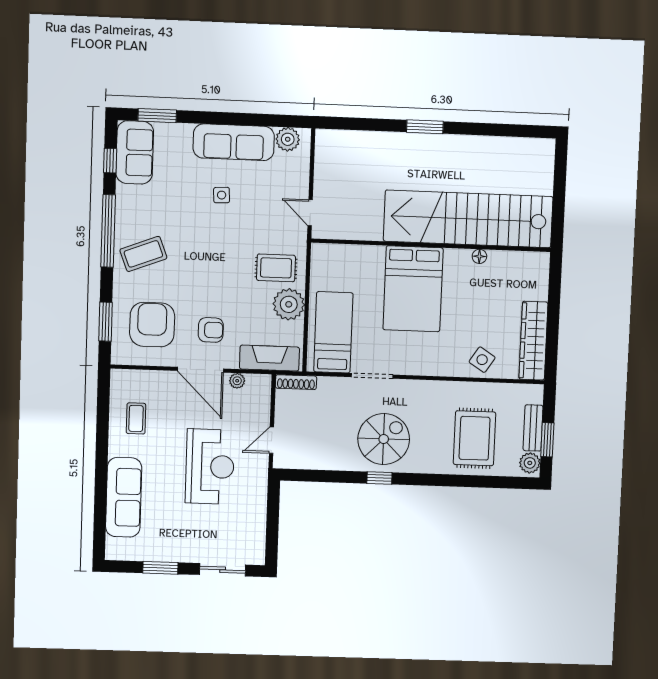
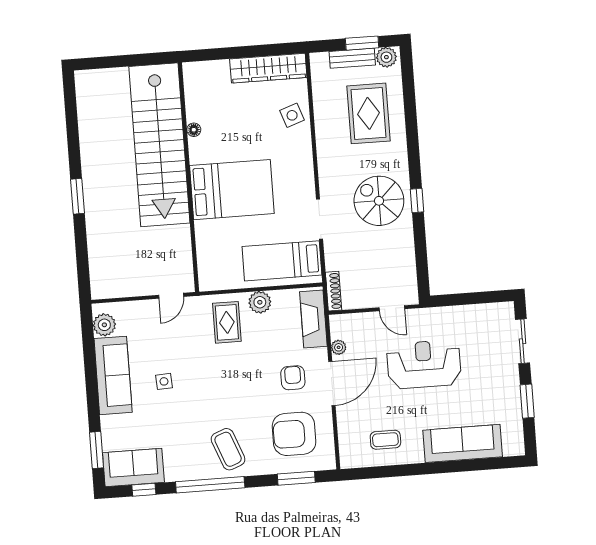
plant: (289, 304) -> (260, 302), width x0.73, depth x0.73
side table: (482, 360) -> (292, 115), turned 38
rug: (475, 438) -> (368, 113), turned 90

